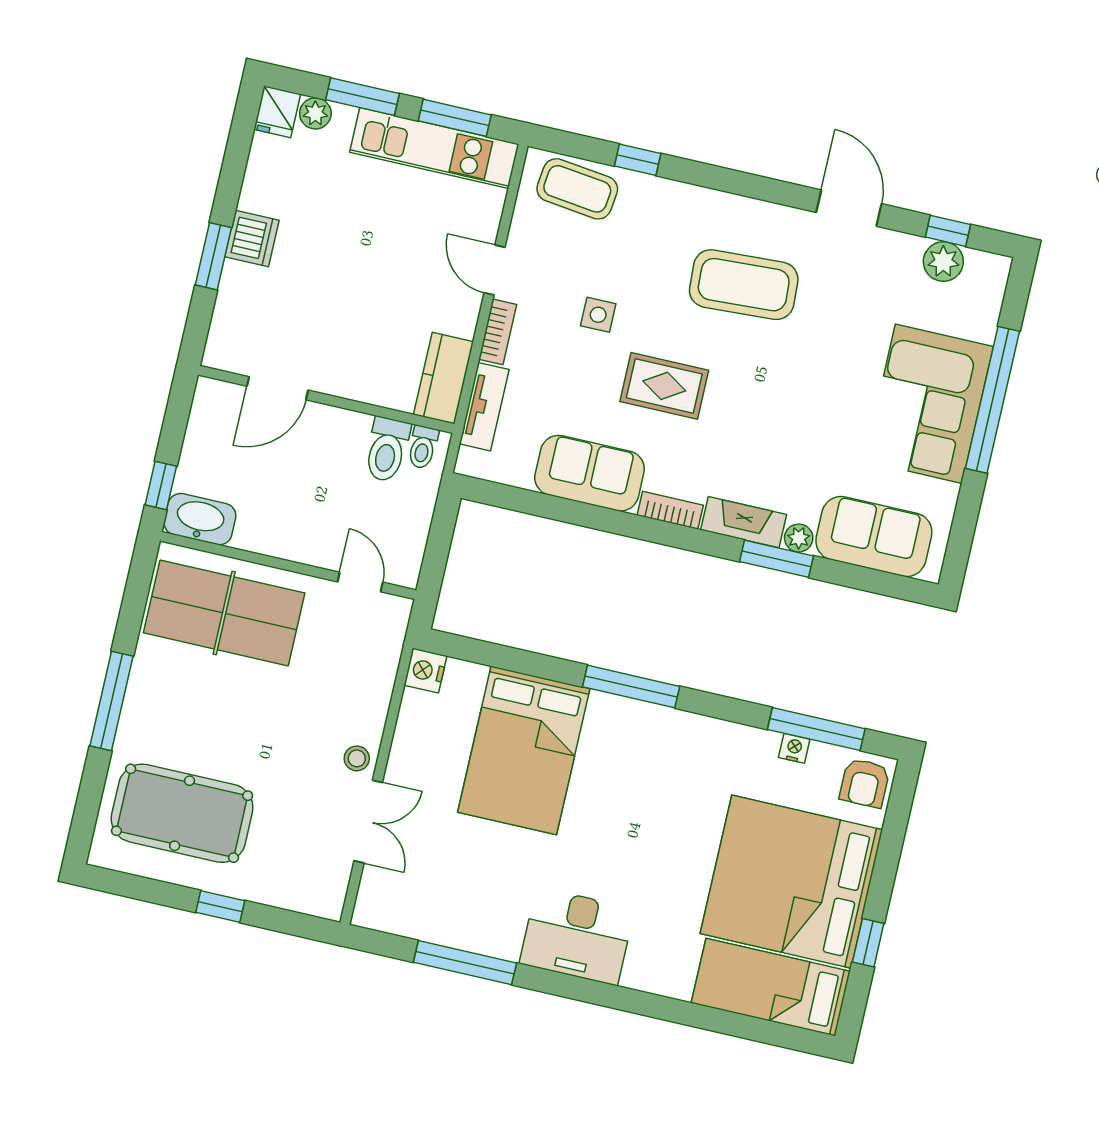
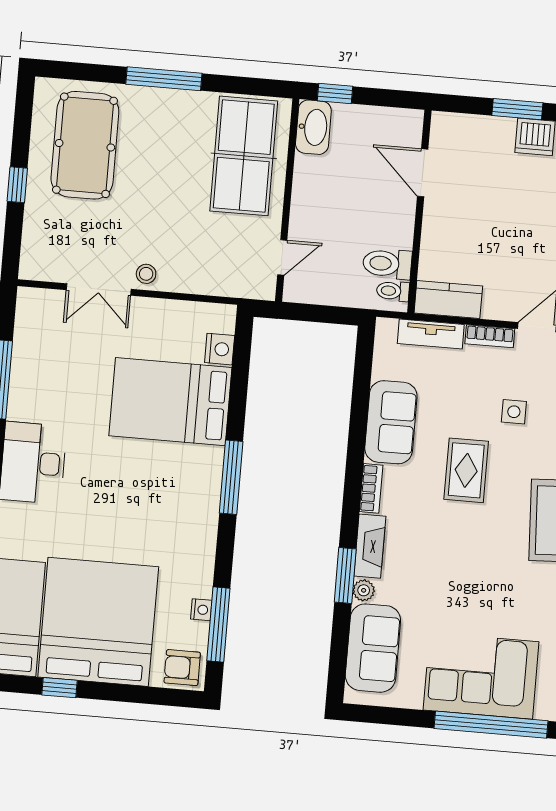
nightstand: (425, 671) -> (220, 349), moved, turned 90

